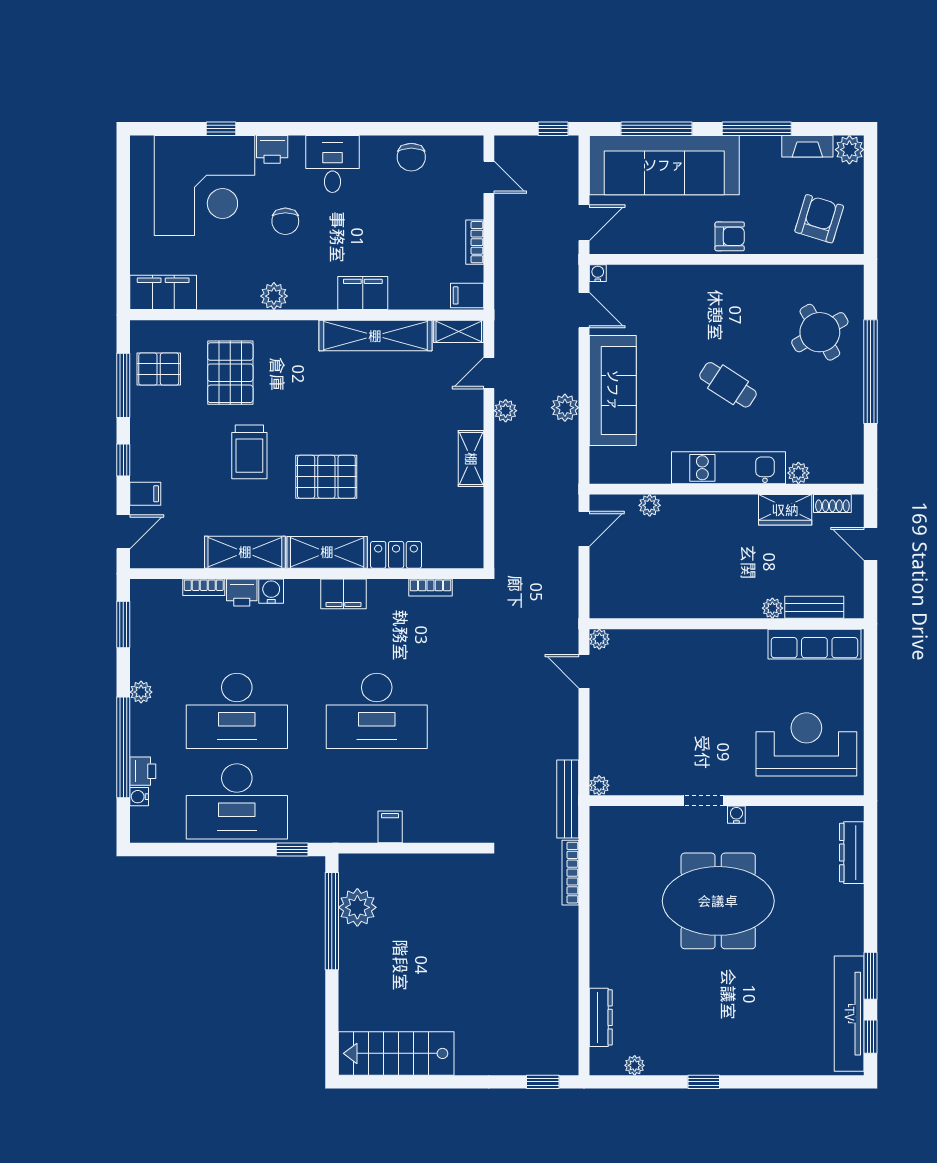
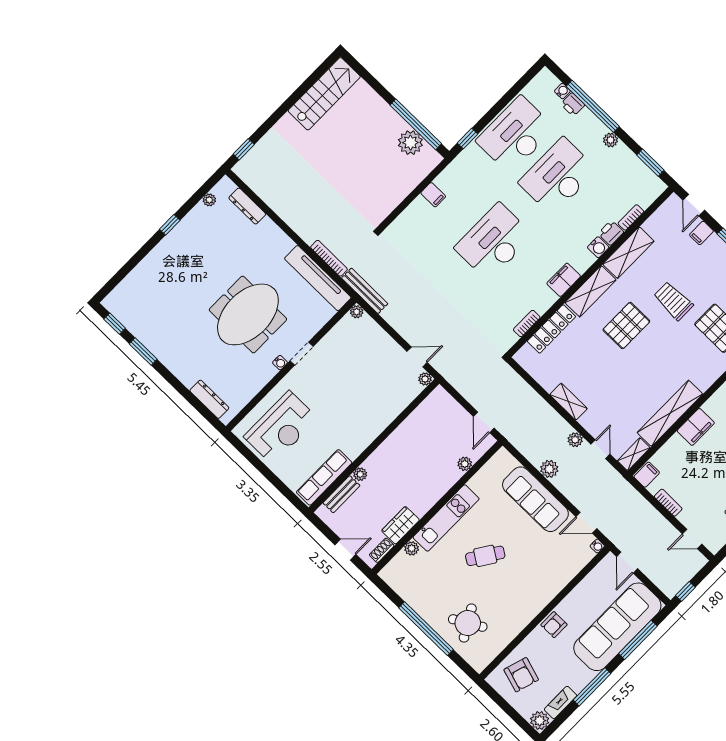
locker: (396, 555) -> (551, 329), width x1.53
tv unit: (849, 1014) -> (318, 278), moved, turned 180

